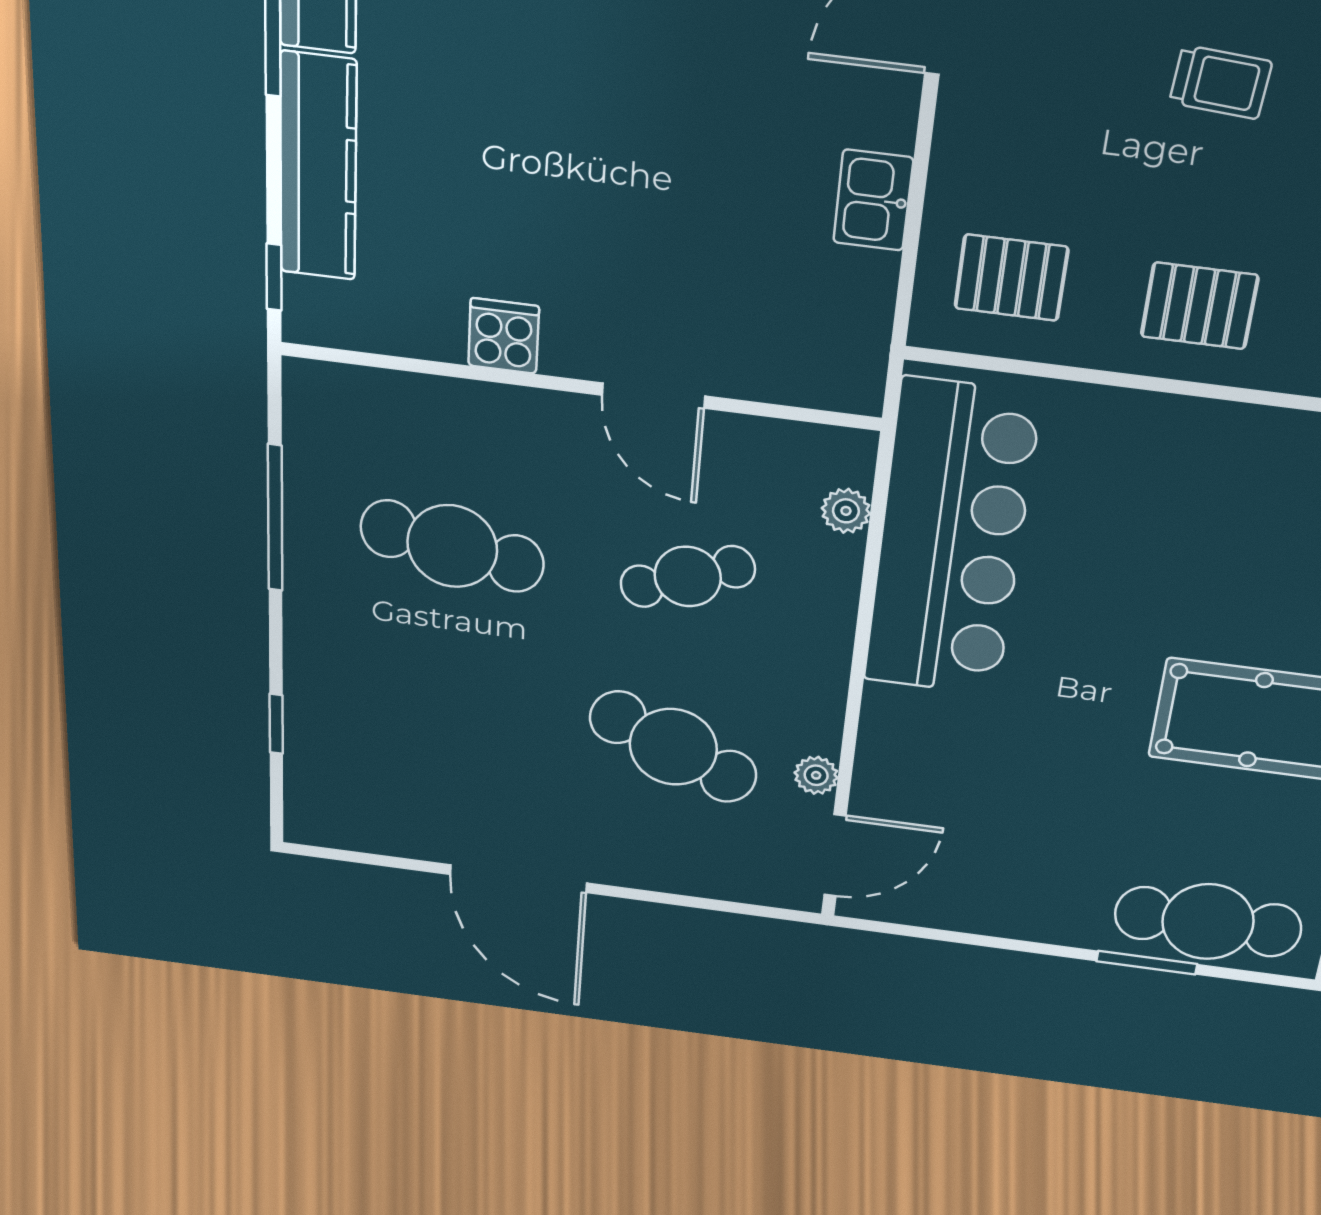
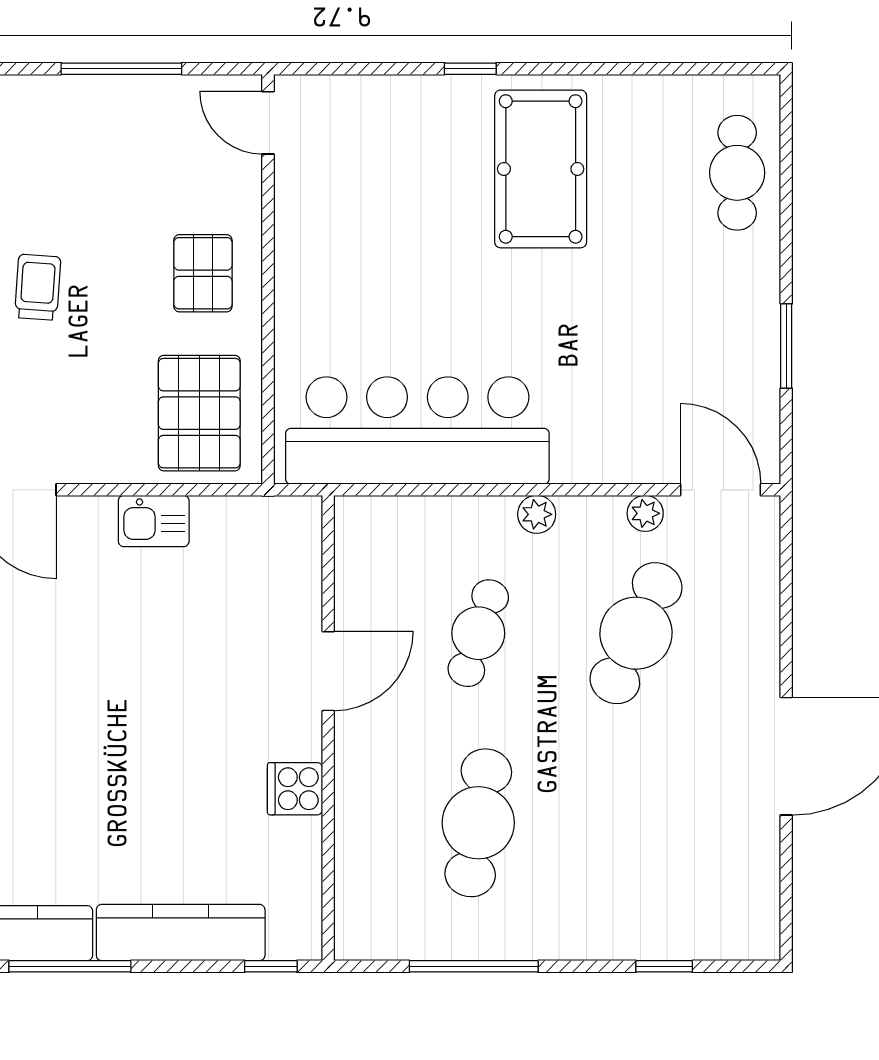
pallet: (1011, 278) -> (199, 413), width x1.50, depth x1.42
plant: (846, 511) -> (537, 514), moved
cafe table: (688, 577) -> (478, 633), turned 39
cafe table: (1208, 922) -> (737, 173), width x0.73, depth x0.74
window: (1147, 963) -> (786, 346), moved

